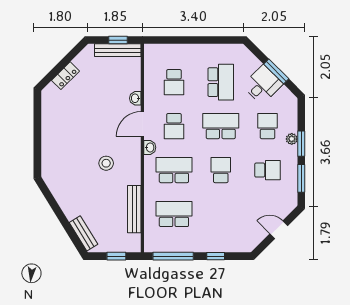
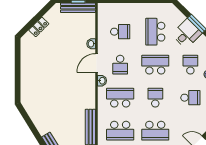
school desk: (174, 82) -> (120, 32), turned -90
school desk: (221, 82) -> (155, 32), turned 180
stool: (106, 163) -> (69, 93), removed
school desk: (174, 214) -> (120, 131), turned 180
school desk: (221, 214) -> (155, 131), added

